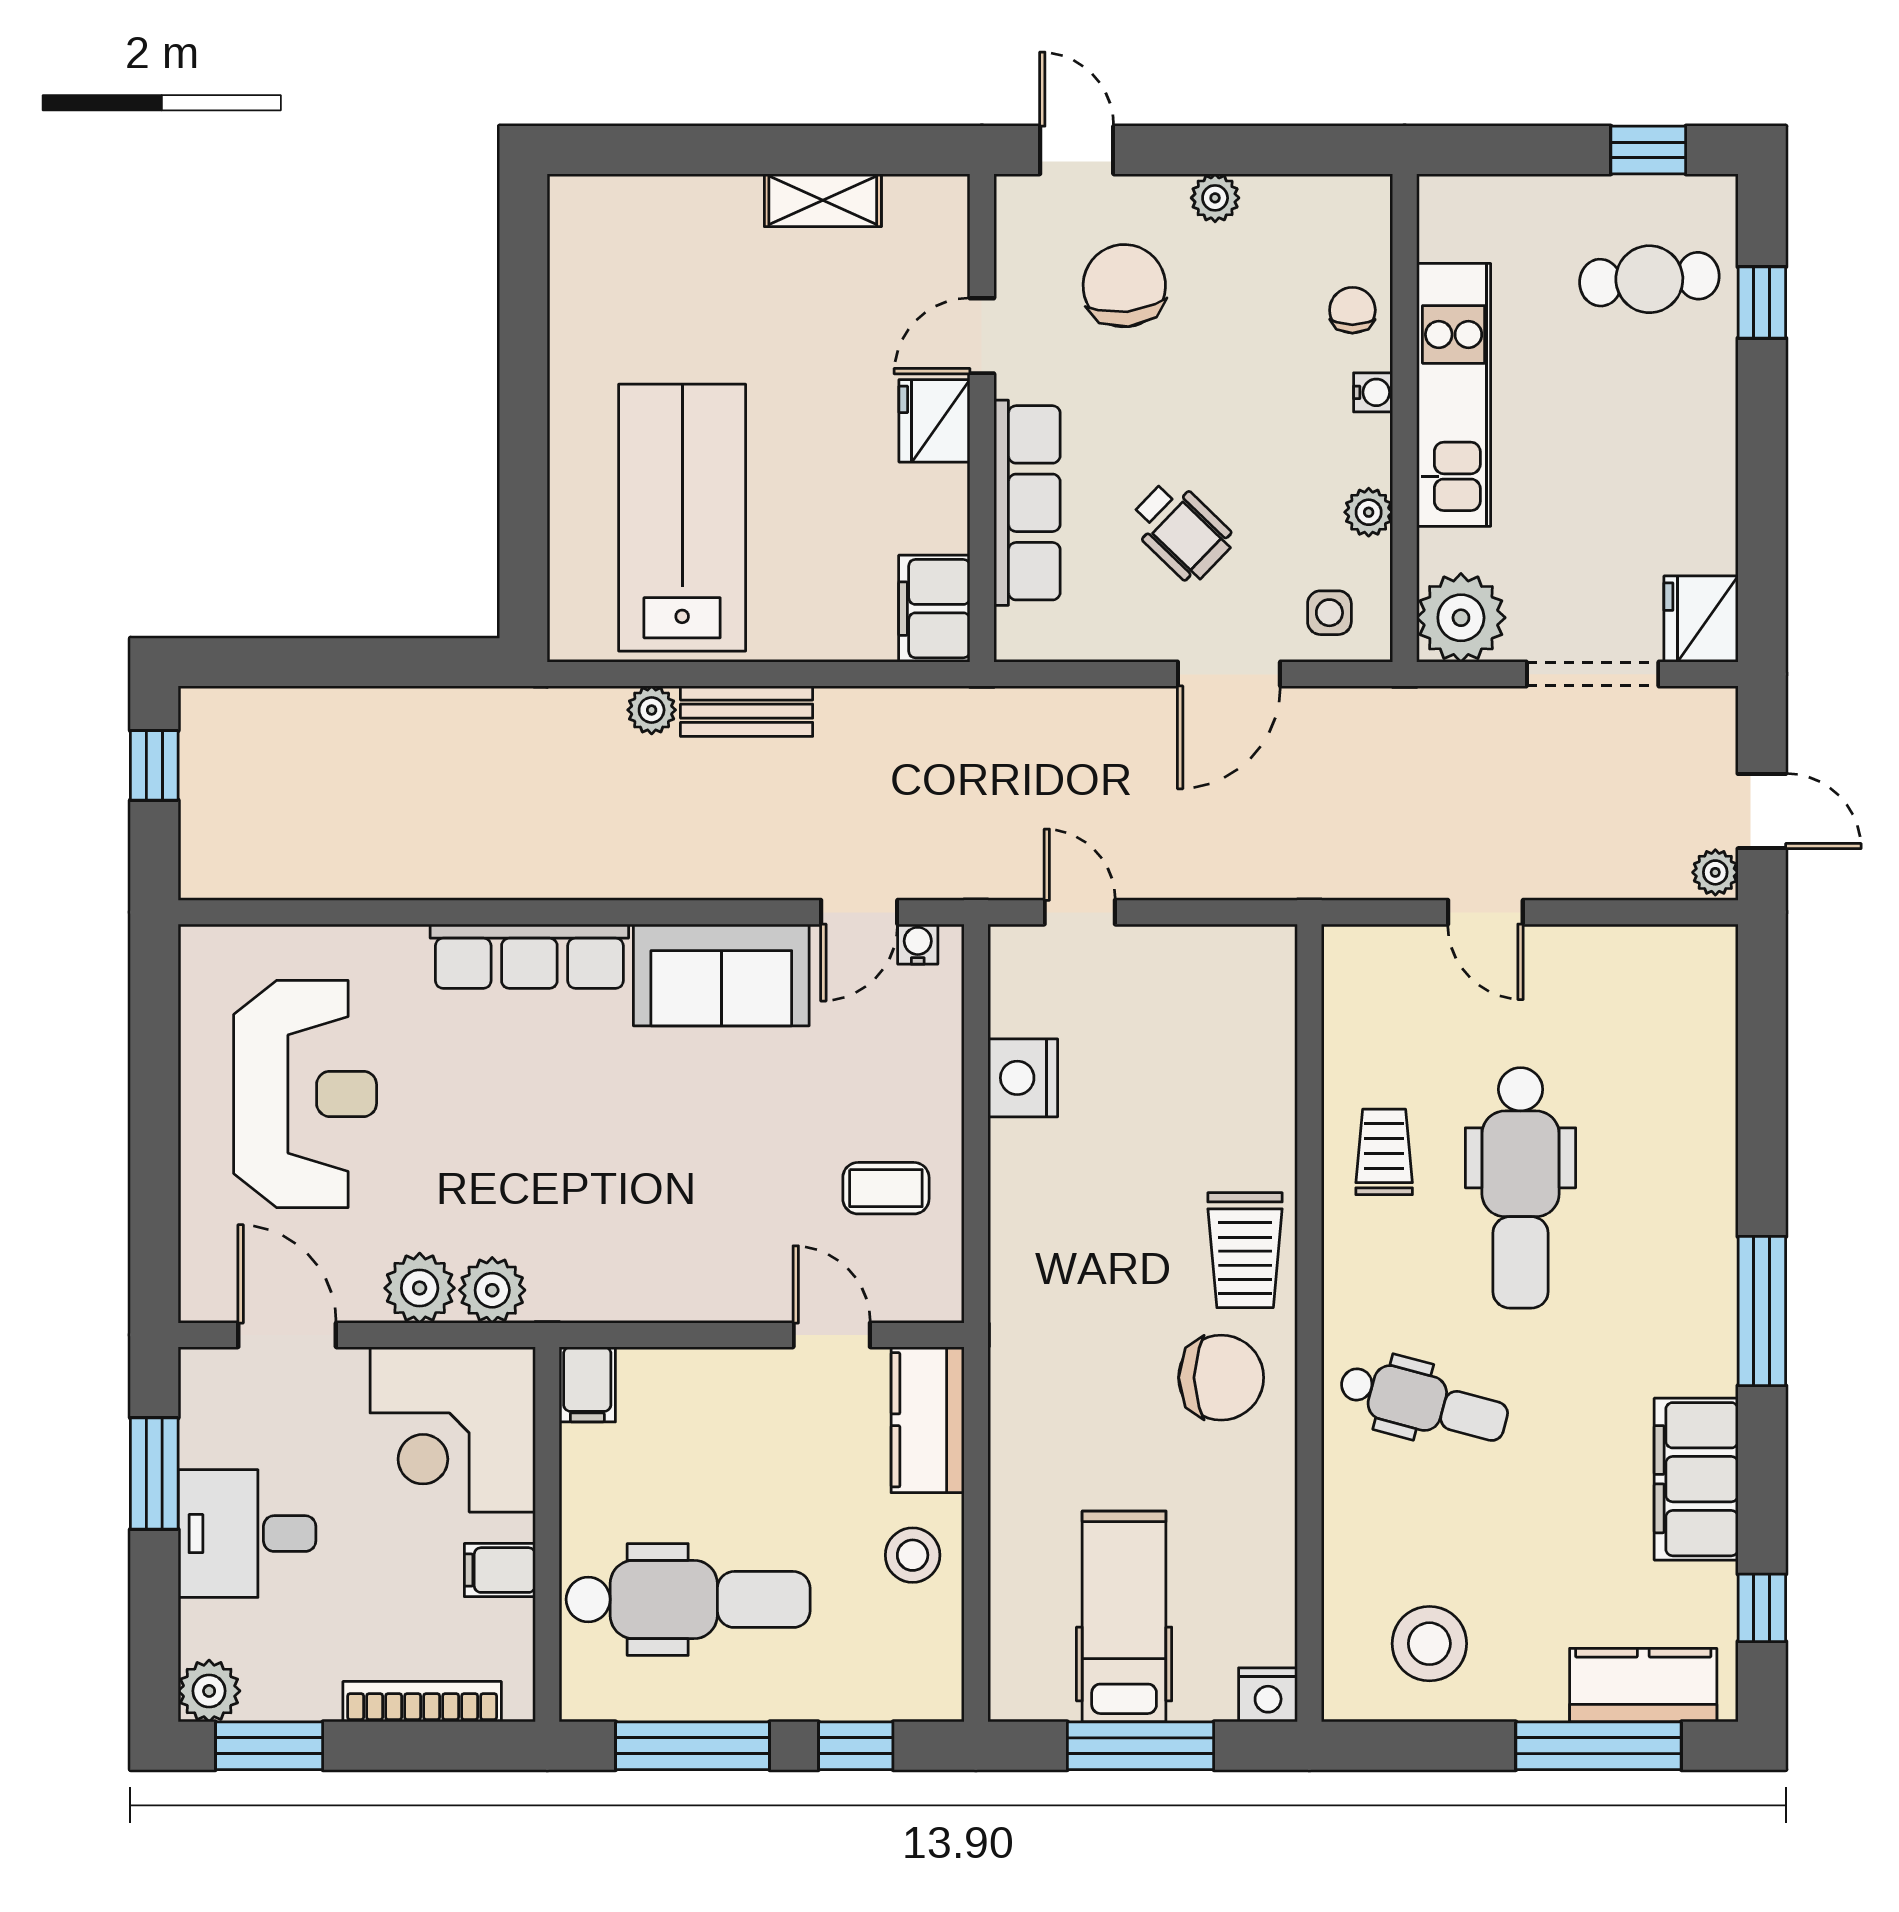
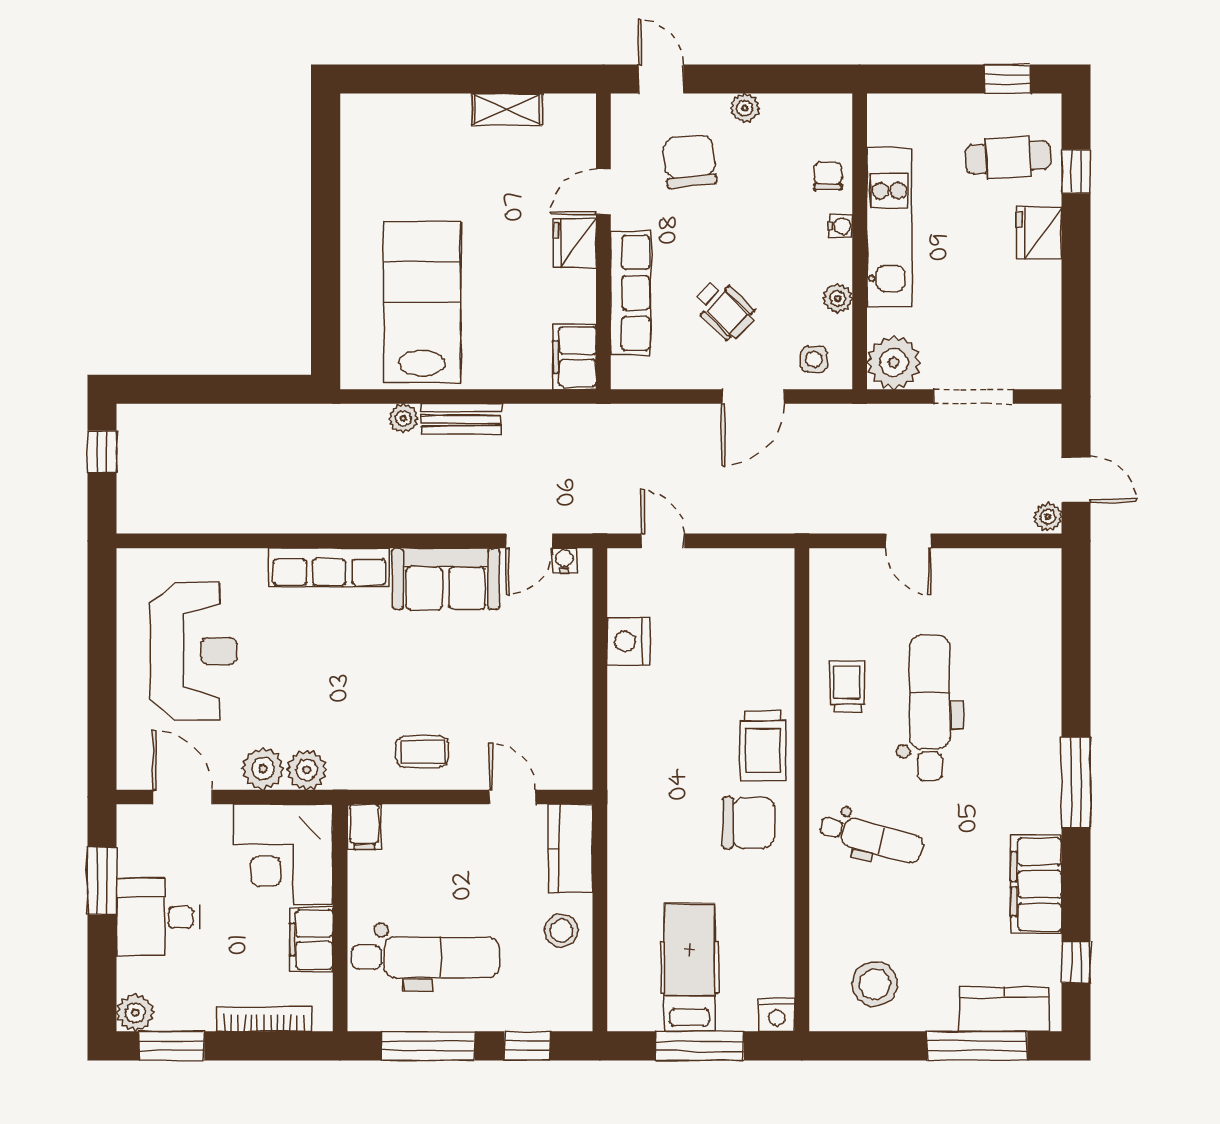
fridge: (1701, 619) -> (1039, 233), moved
coffee table: (886, 1188) -> (422, 752), moved
dental chair: (1521, 1188) -> (930, 708), turned 180
filing cabinet: (500, 1570) -> (311, 939), width x2.00

